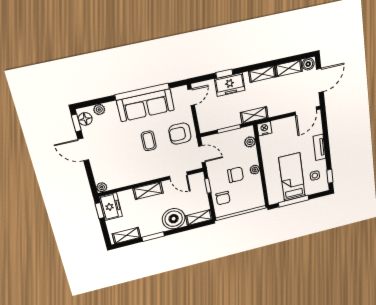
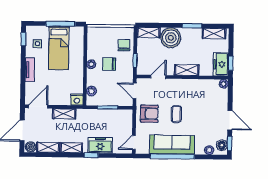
window: (224, 74) -> (91, 155), moved
shelving: (254, 115) -> (64, 114), moved
door: (178, 176) -> (158, 77), hinge flipped

